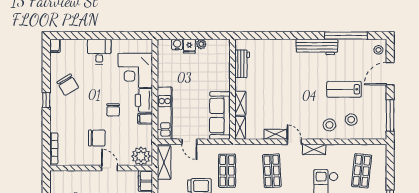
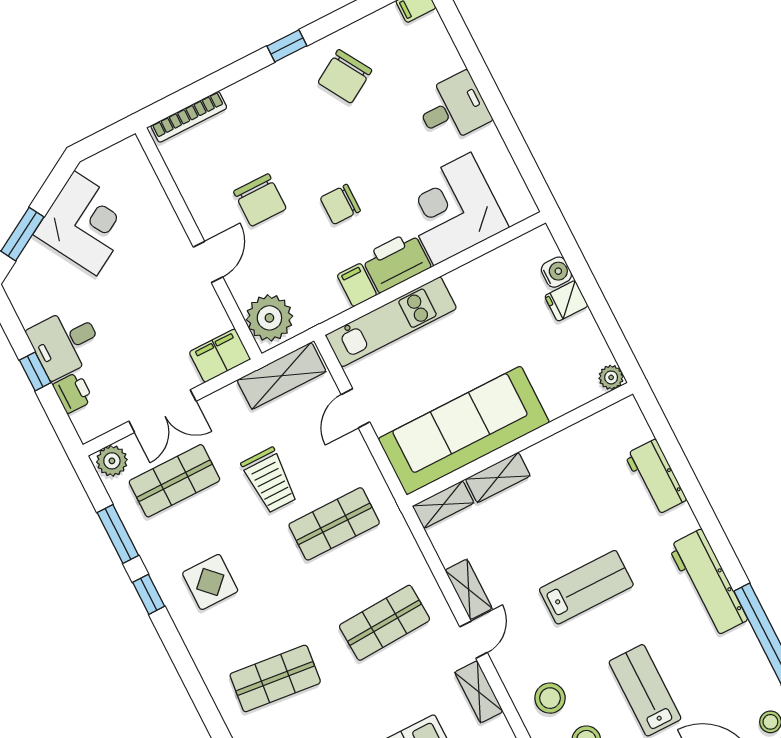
plant: (201, 44) -> (611, 377), moved
workbench: (242, 64) -> (656, 477), moved, turned 90
lab bench: (296, 91) -> (586, 587), added
sofa: (220, 115) -> (464, 430), width x1.36, depth x1.27

